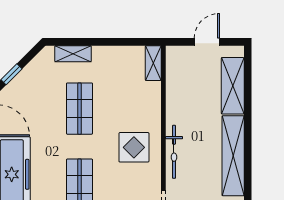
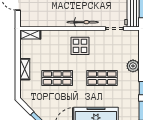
shelving: (73, 54) -> (25, 69), moved

